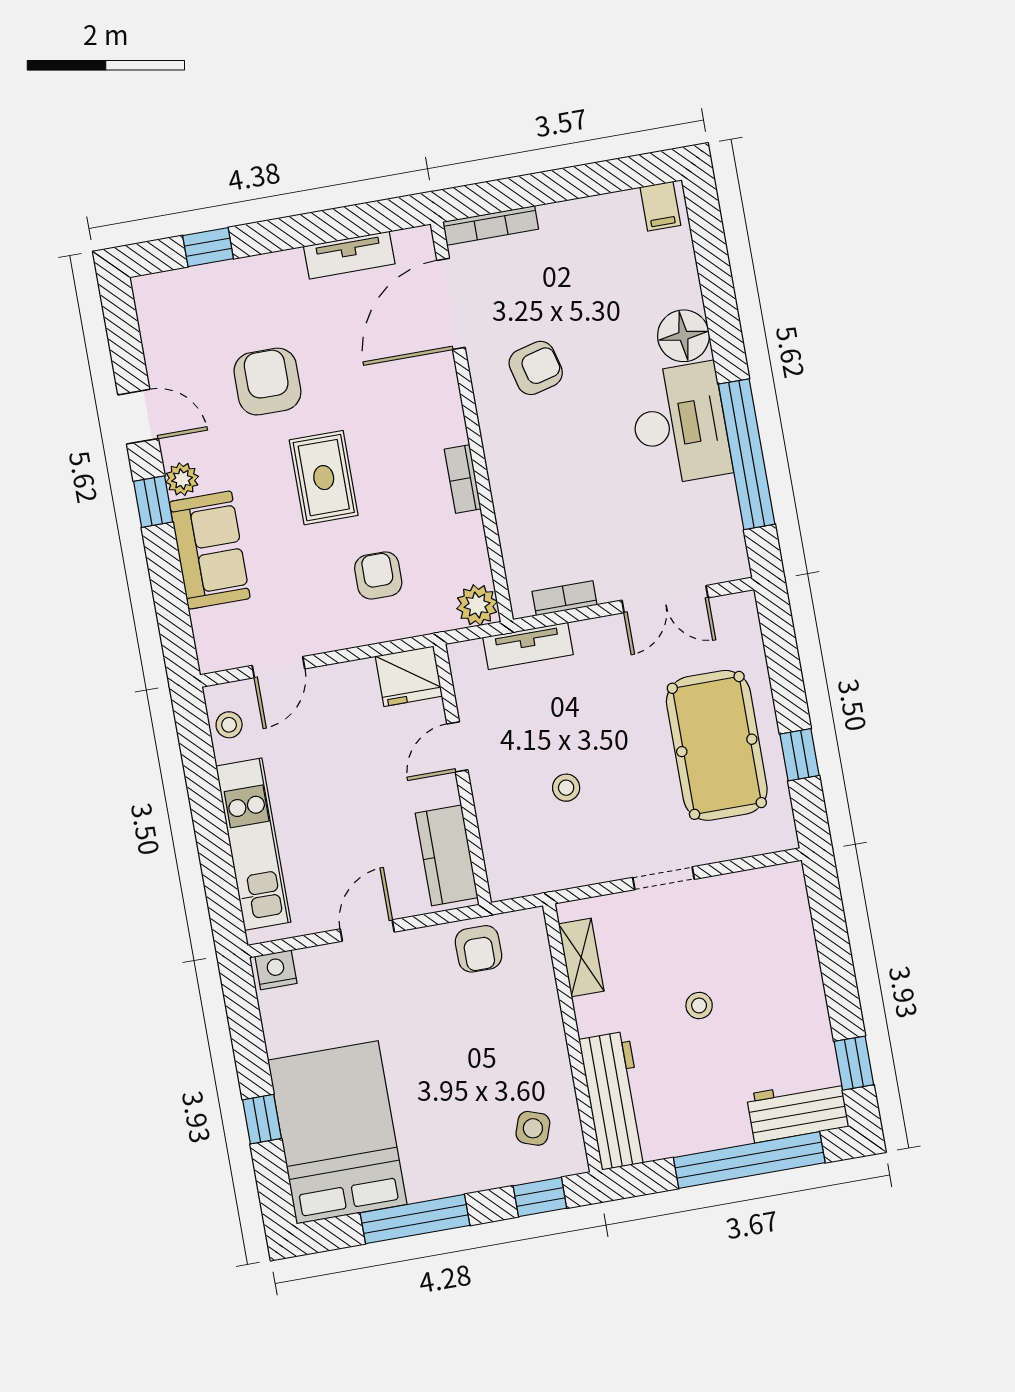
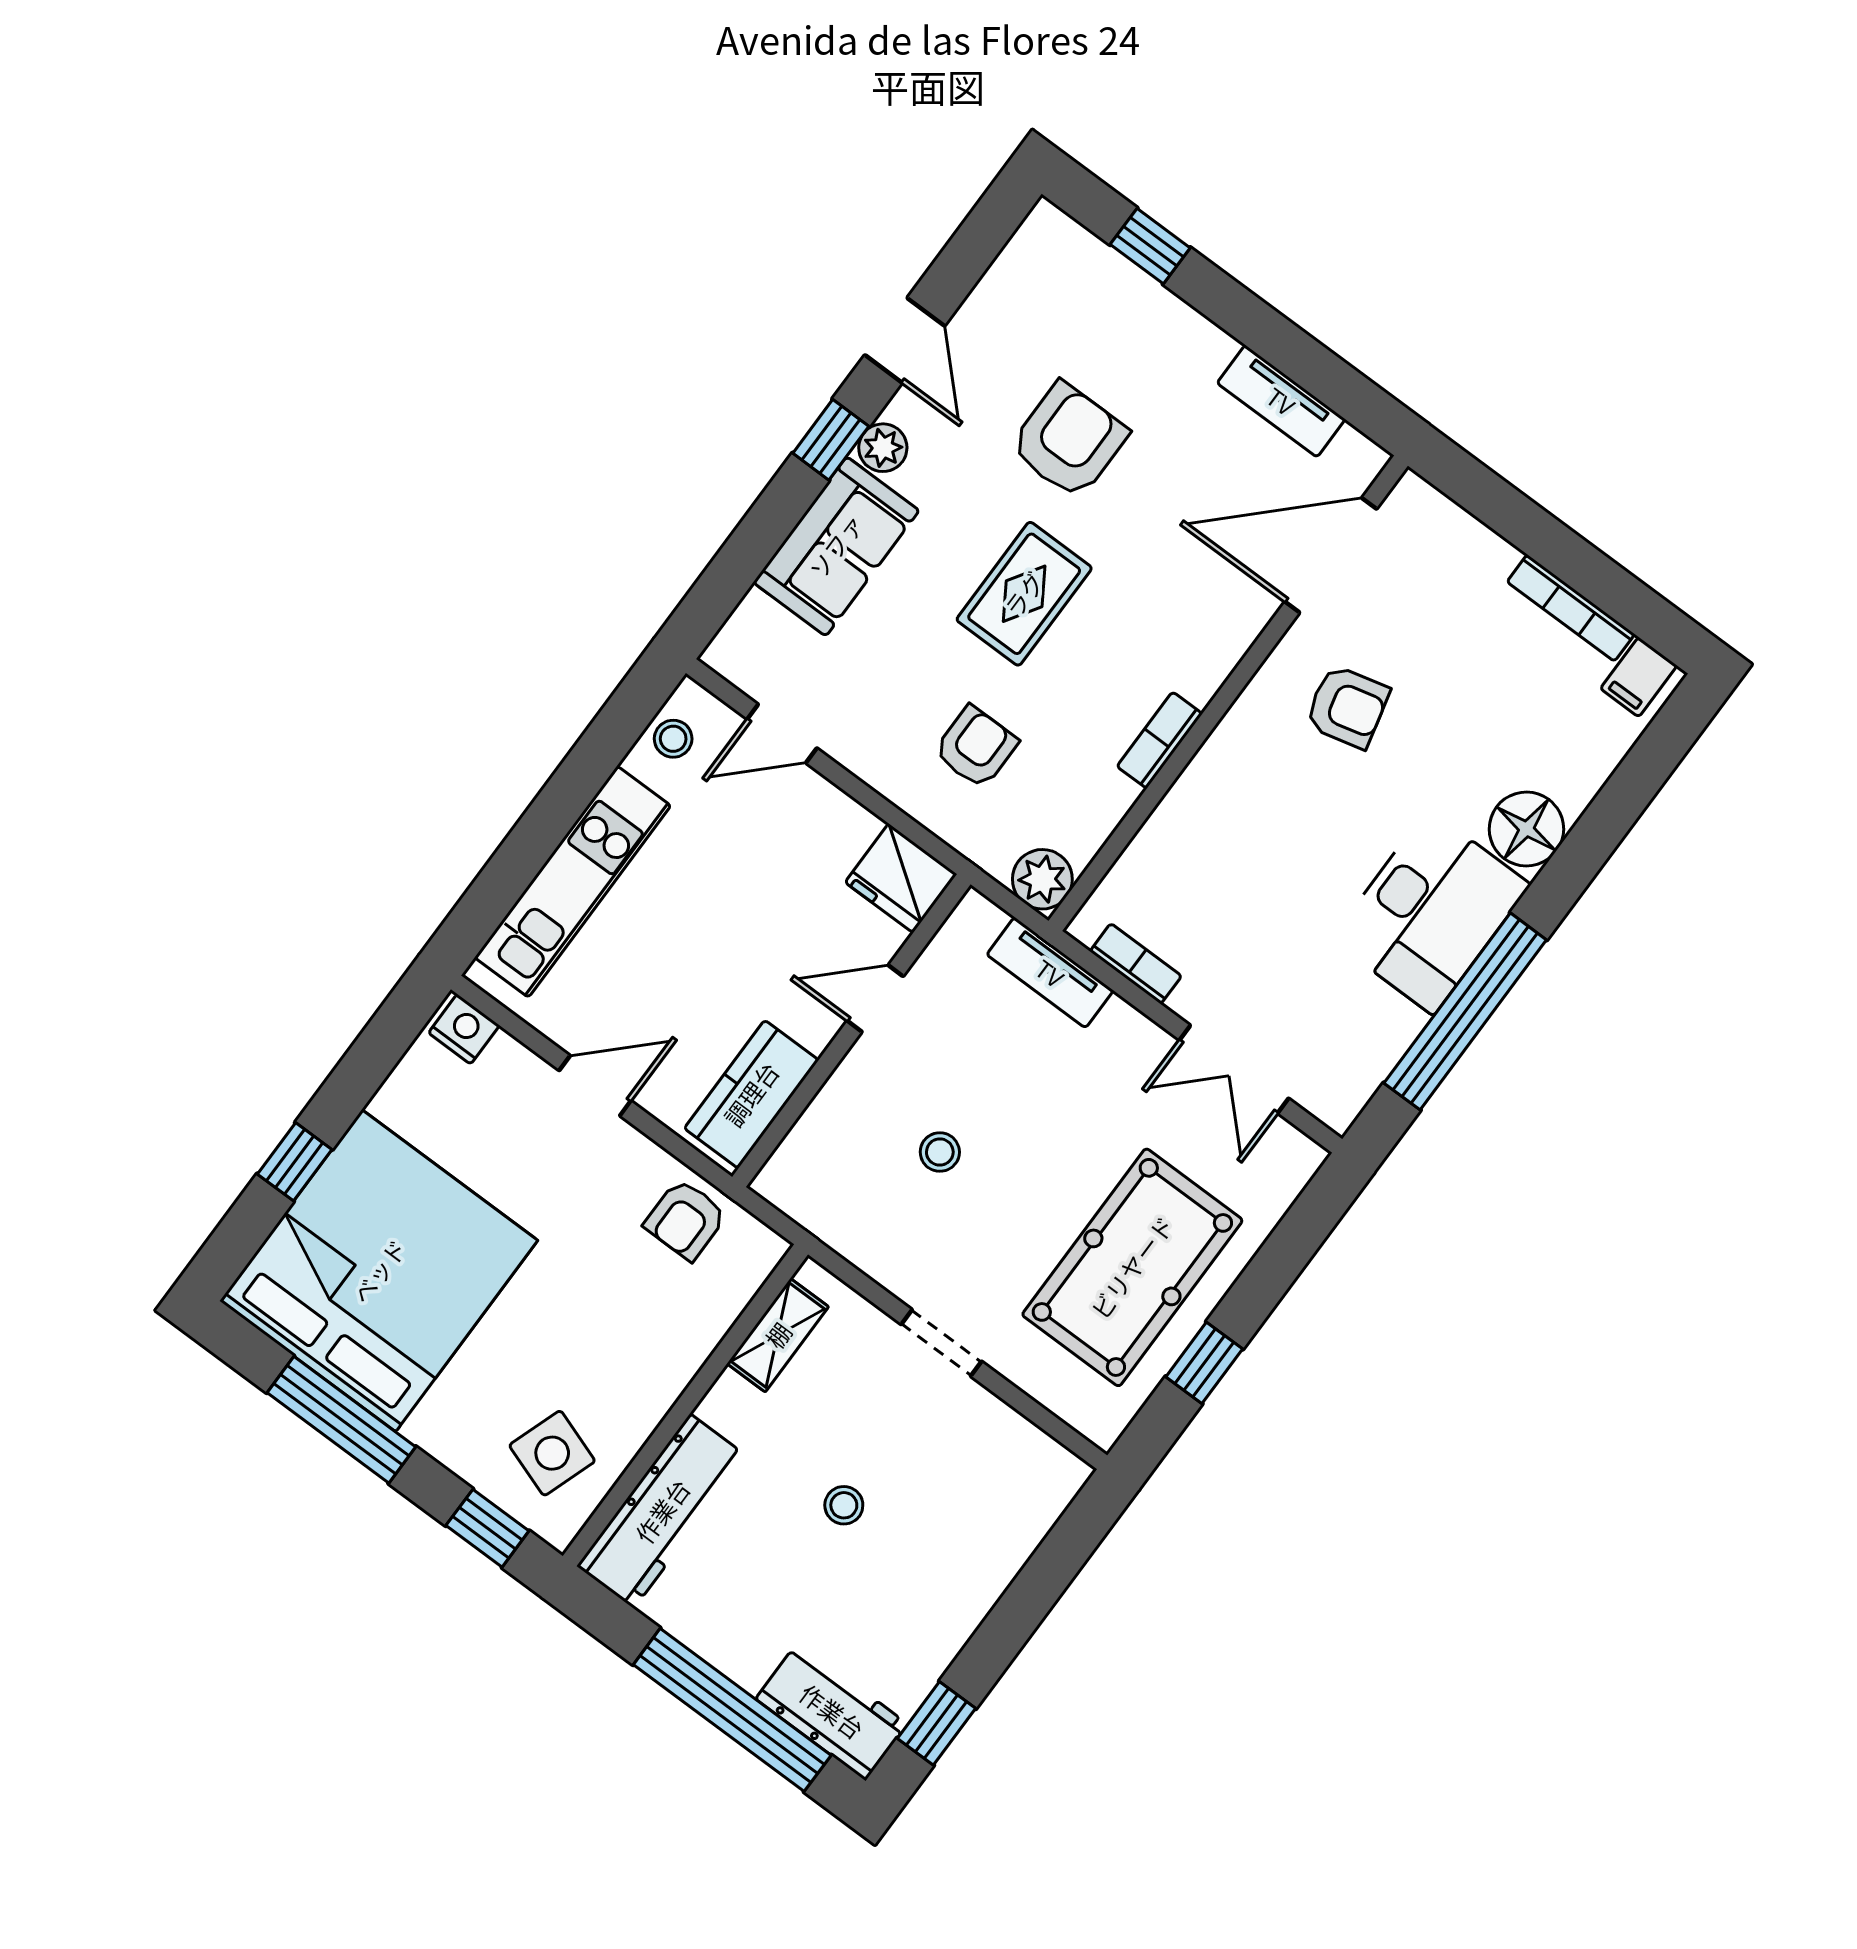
bookcase: (491, 225) -> (1571, 608), moved
side table: (533, 1128) -> (552, 1453), width x1.37, depth x1.37
bed: (337, 1132) -> (379, 1271), width x1.36

